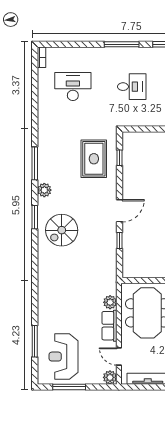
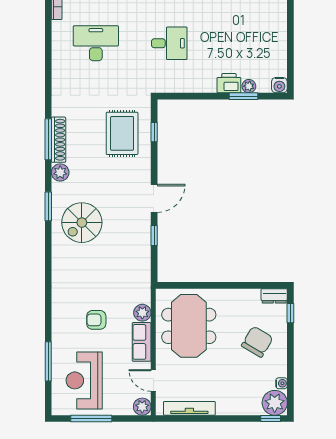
shoe rack: (43, 164) -> (58, 140), added
armchair: (73, 308) -> (96, 320), added

